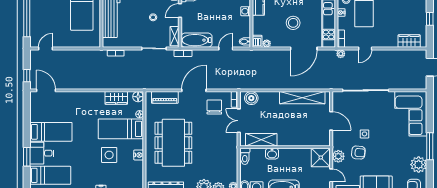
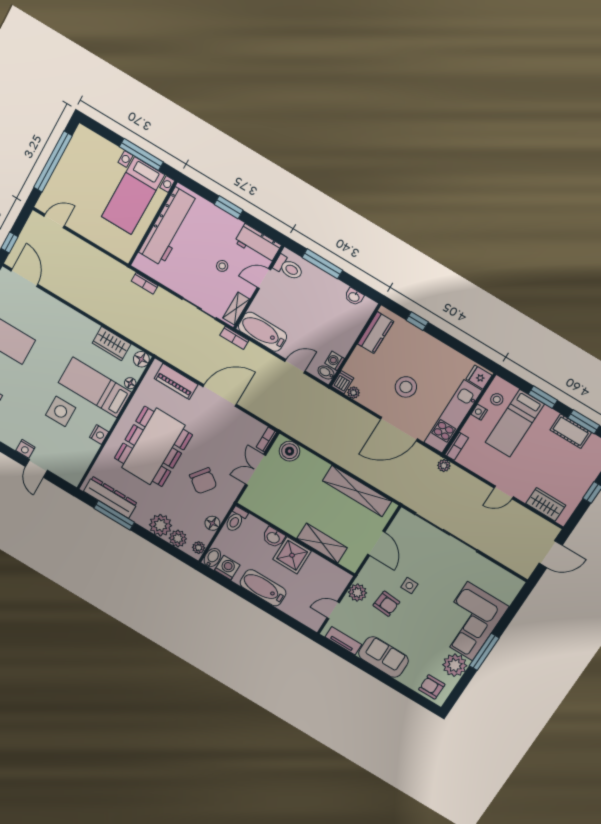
washing machine: (246, 11) -> (335, 361), moved
door: (365, 48) -> (504, 492), moved
chair: (214, 107) -> (203, 481), moved, turned 127
corner sofa: (411, 114) -> (470, 621), moved
shelving: (261, 140) -> (322, 543), moved
shower: (321, 157) -> (292, 555), moved
floor lamp: (233, 167) -> (212, 523), added
door: (331, 175) -> (333, 610), swing flipped

